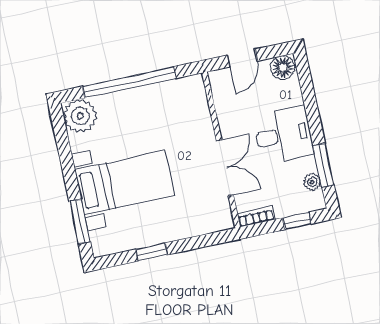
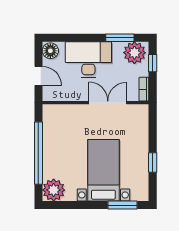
desk: (284, 135) -> (88, 60), width x1.37
plant: (312, 182) -> (134, 53), width x1.88, depth x1.88

